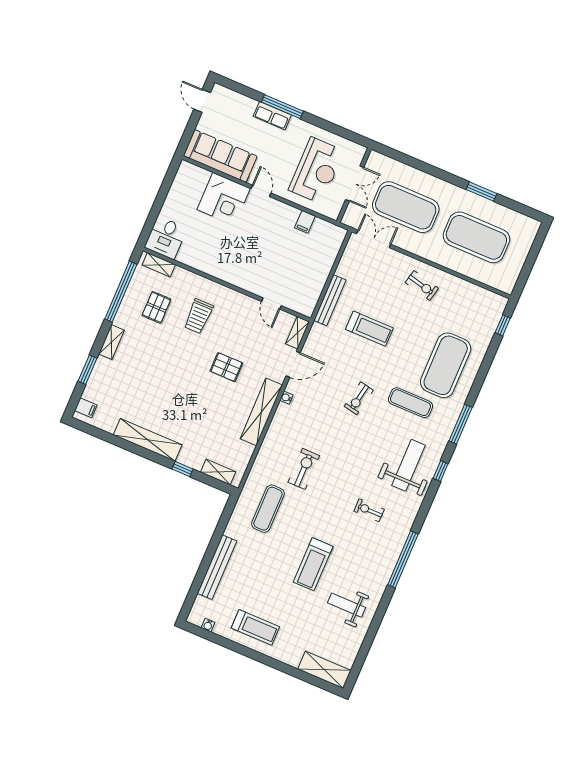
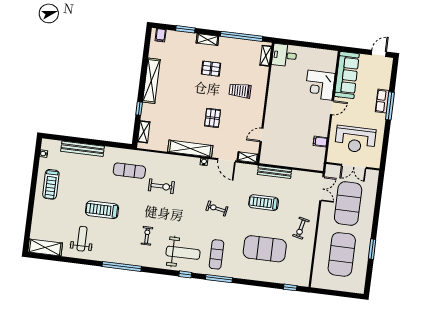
pallet: (156, 307) -> (211, 69), moved
treadmill: (369, 329) -> (264, 203), turned 90
exercise mat: (446, 365) -> (265, 249), moved
exercise mat: (410, 403) -> (216, 254), moved
shelving: (324, 670) -> (45, 248), moved, turned 90

